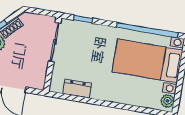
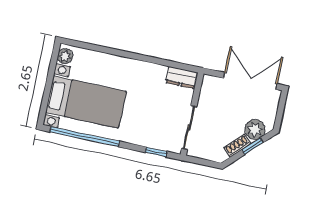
dresser: (77, 89) -> (182, 78), moved

